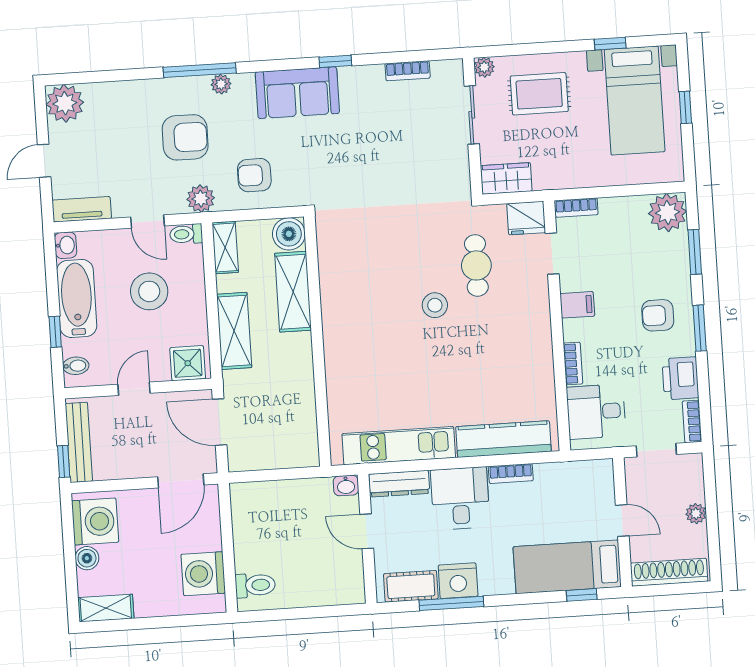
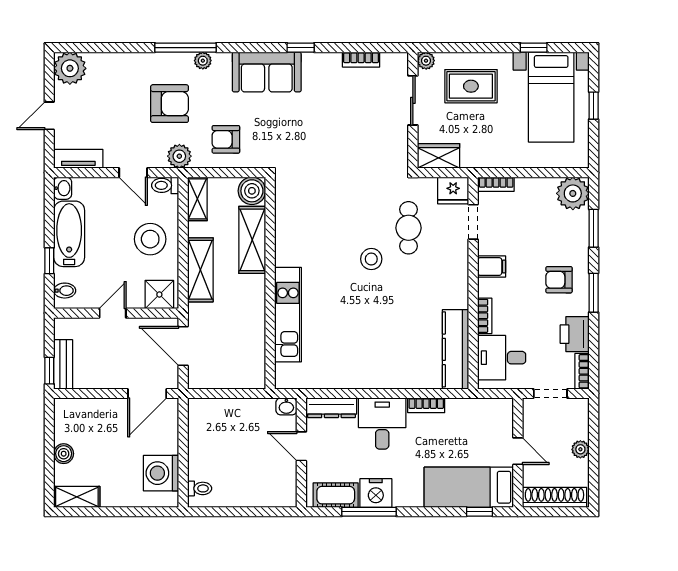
stool: (149, 291) -> (150, 239), moved
kitchen counter: (503, 439) -> (455, 349), moved, turned -90
bench: (79, 442) -> (63, 364), width x0.73
kitchen unit: (399, 446) -> (288, 315), moved, turned 90
washing machine: (95, 521) -> (73, 423), removed
toilet: (255, 585) -> (200, 488), width x0.73, depth x0.72

